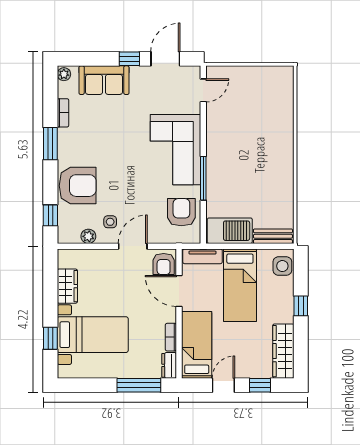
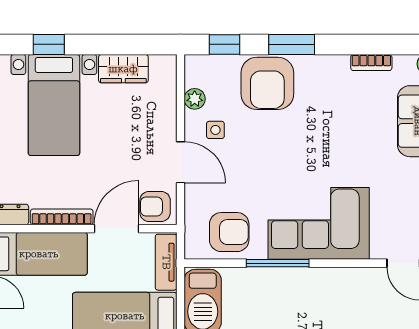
window: (50, 144) -> (292, 44), moved
bookcase: (171, 337) -> (62, 217), width x1.56

